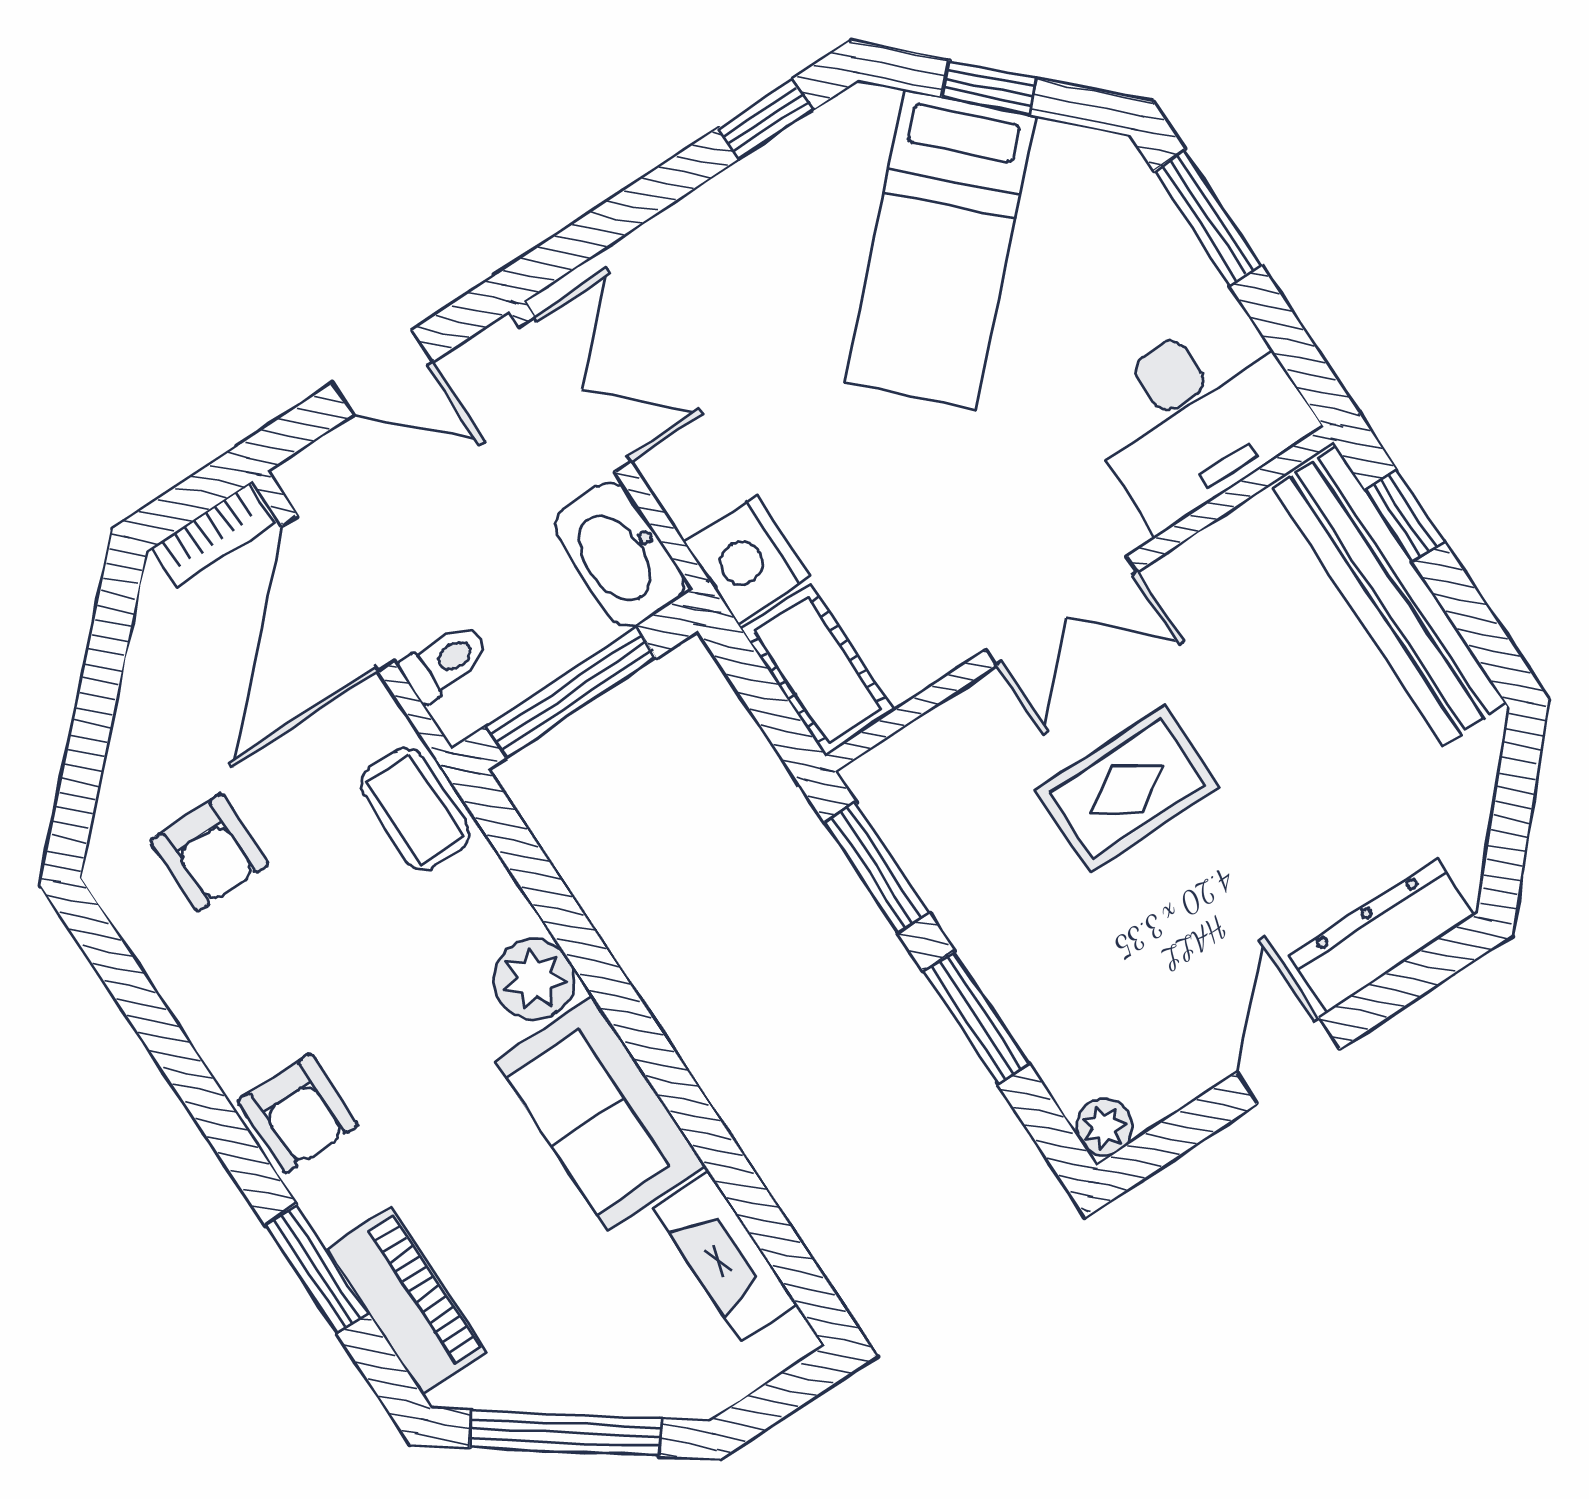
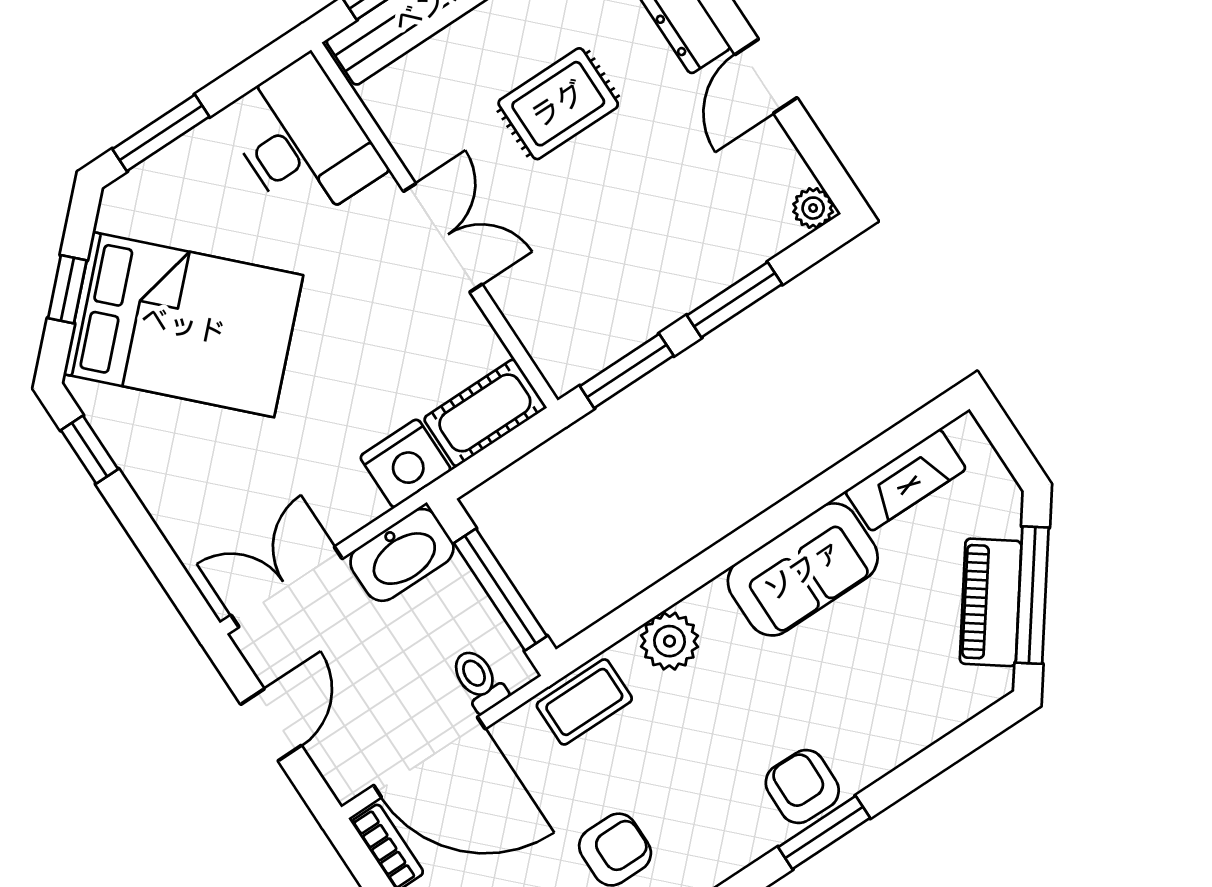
bed: (940, 249) -> (183, 325), width x1.50
rug: (1127, 789) -> (558, 104), moved, turned 90
plant: (534, 979) -> (669, 641), moved
door: (1288, 1061) -> (766, 76), hinge flipped
armchair: (298, 1113) -> (802, 787), turned -89
window: (317, 1269) -> (824, 832), moved
piano: (407, 1301) -> (991, 602), moved, turned -54

